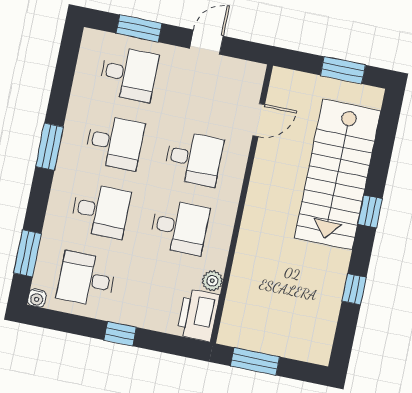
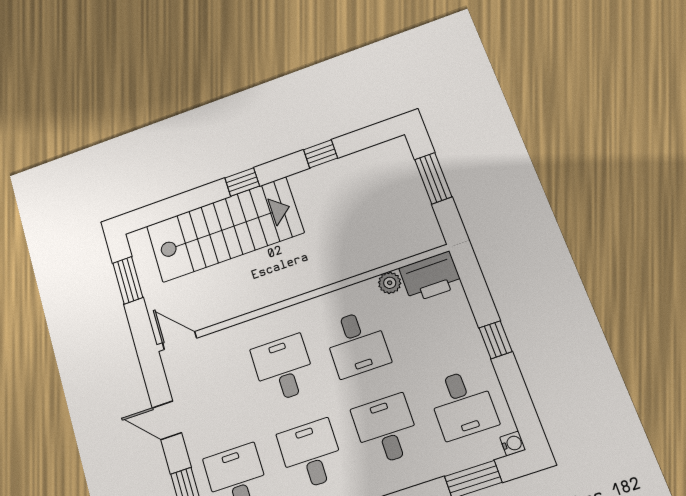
door: (259, 120) -> (180, 341), moved
desk: (179, 227) -> (357, 343), turned 180
window: (255, 361) -> (433, 178), moved

